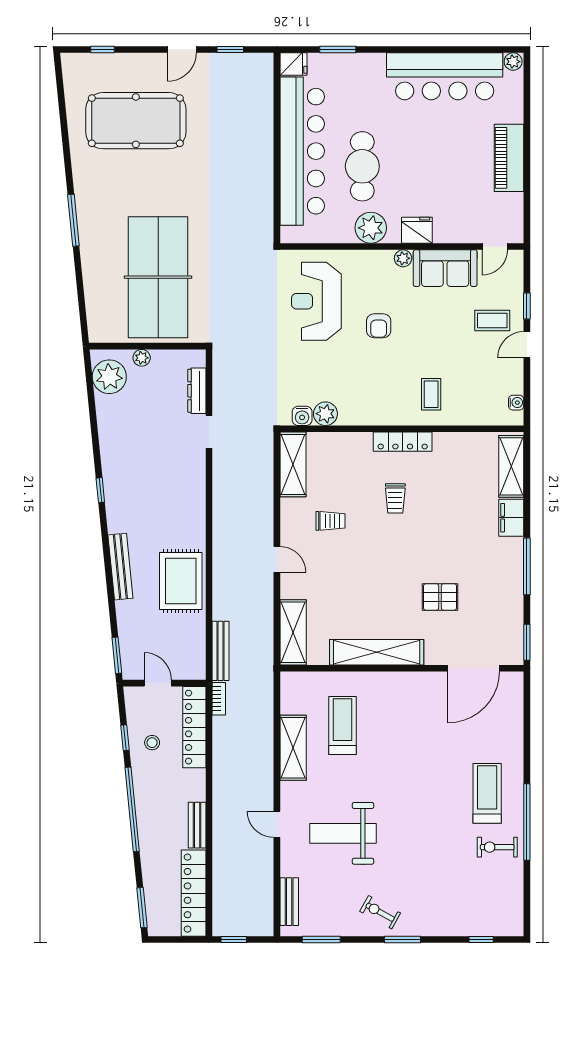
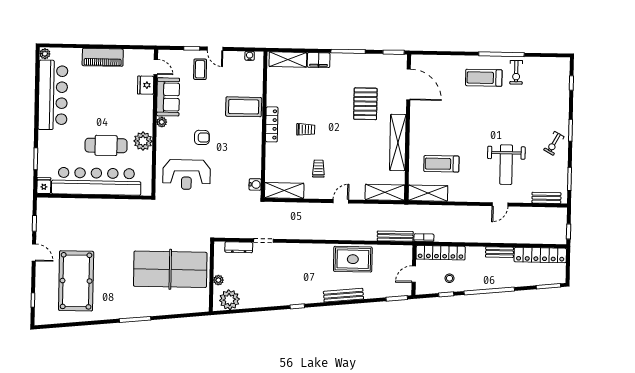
fridge: (417, 230) -> (146, 85), moved
coffee table: (431, 394) -> (244, 107), width x1.86, depth x1.72
plant: (325, 414) -> (254, 170), removed
pallet: (440, 597) -> (365, 104), width x1.50, depth x1.42
shelving: (293, 748) -> (428, 193), moved

